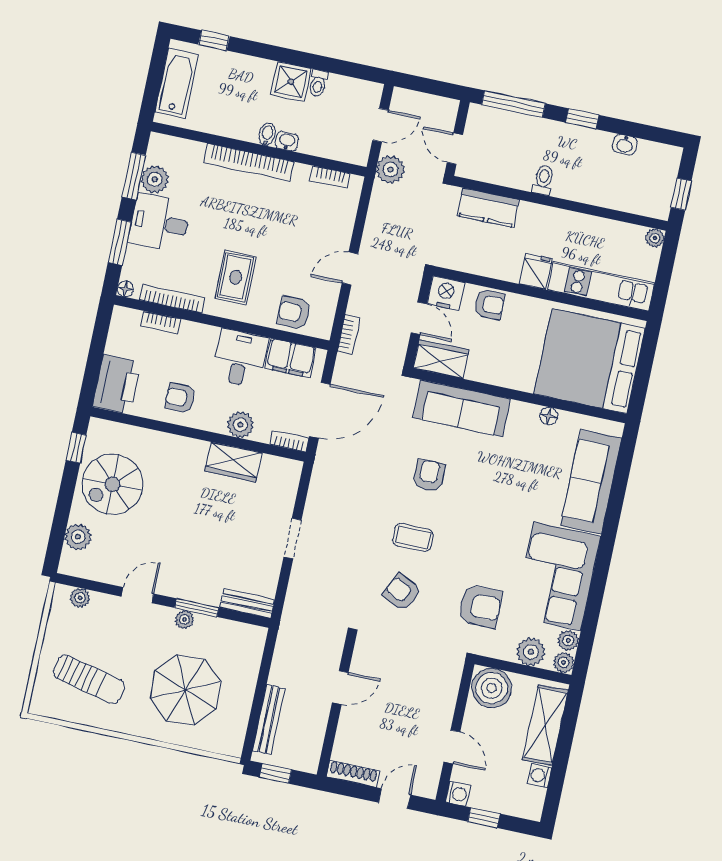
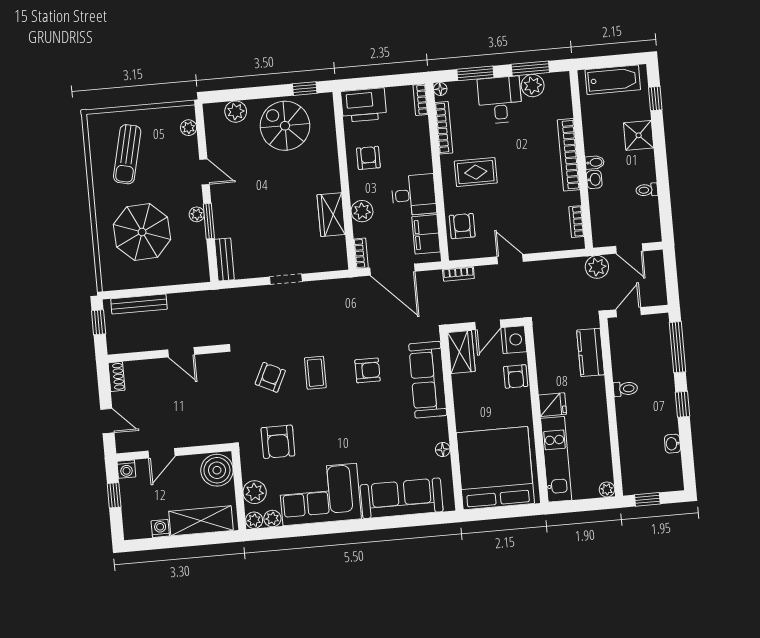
shower: (291, 82) -> (639, 135), moved
bookcase: (161, 322) -> (420, 100), moved
shoe rack: (353, 774) -> (116, 377), width x0.70

